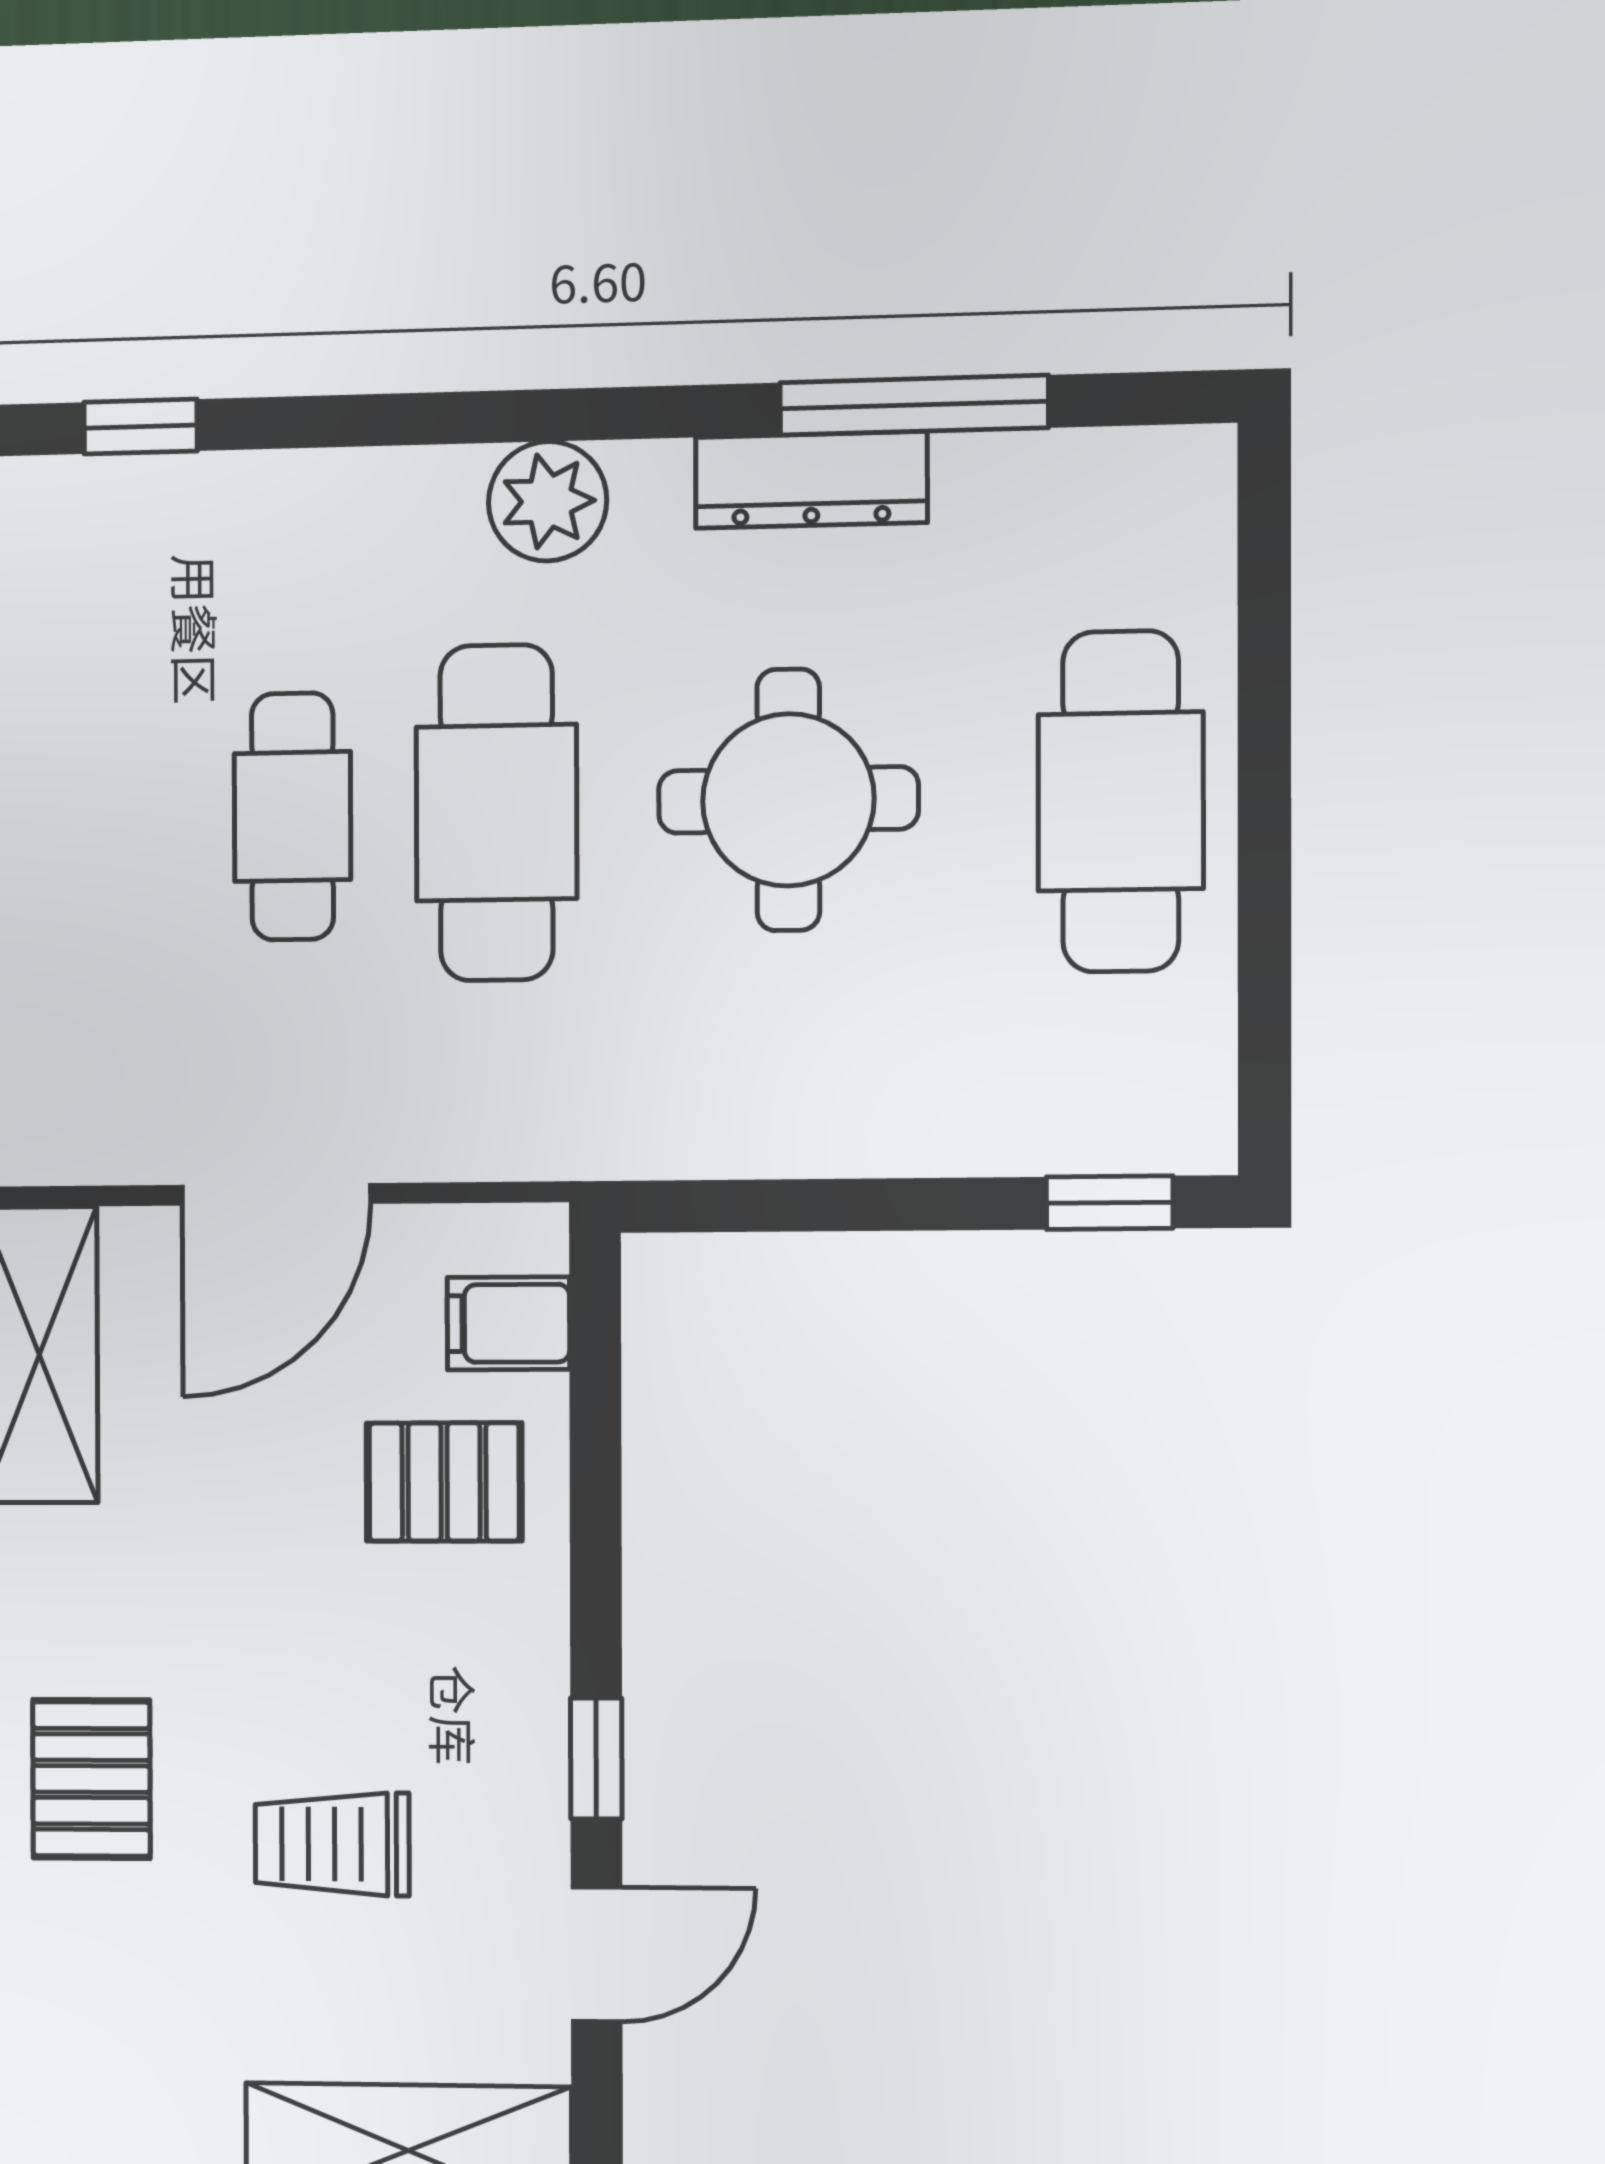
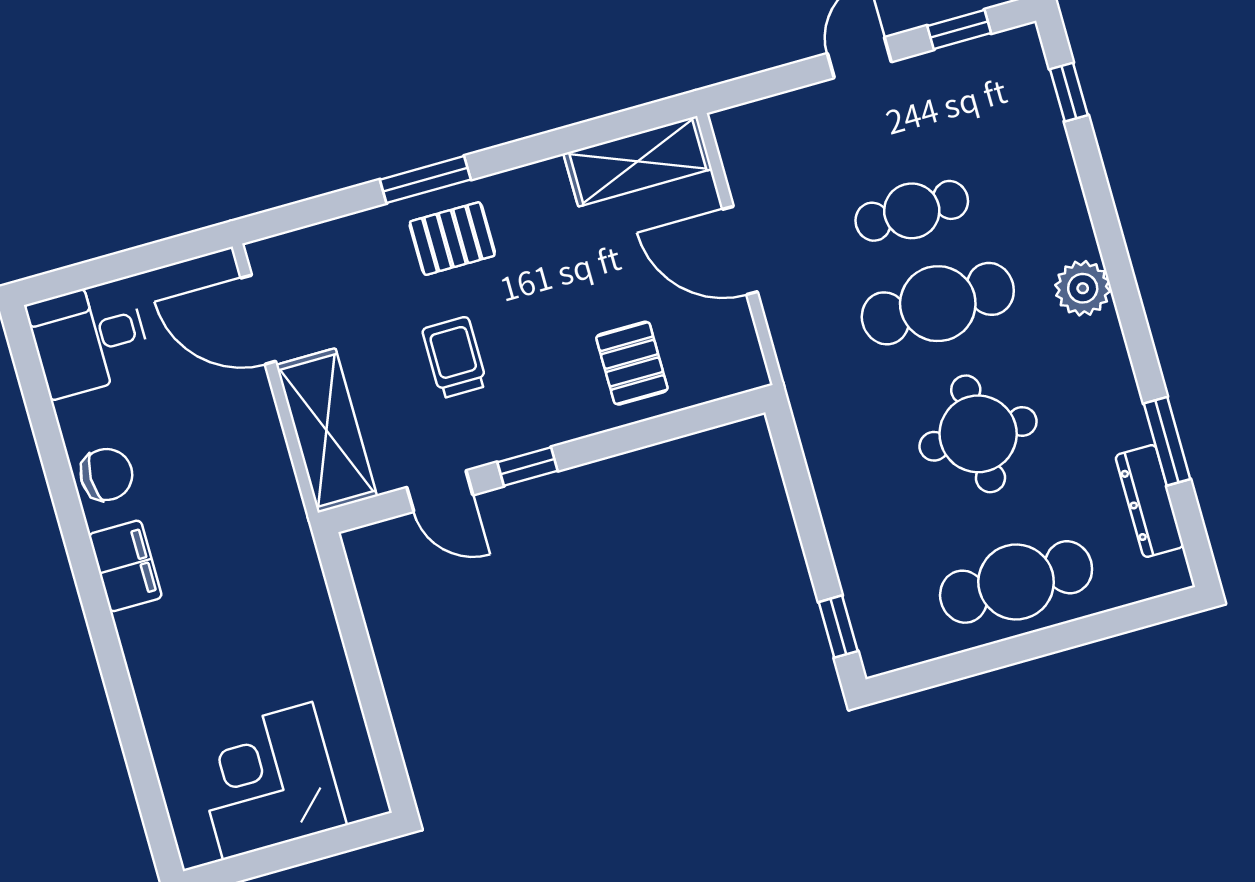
window: (914, 405) -> (1167, 441), width x0.69
dresser: (811, 480) -> (1149, 501), moved
filing cabinet: (508, 1323) -> (711, 373), removed

